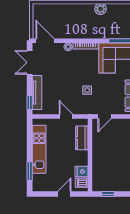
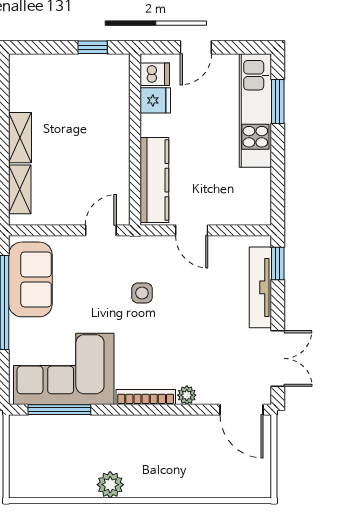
kitchen counter: (82, 138) -> (154, 180), width x1.50
kitchen unit: (39, 149) -> (255, 111), moved

